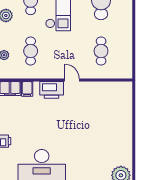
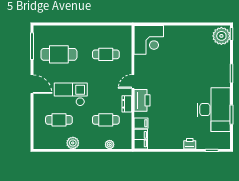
dresser: (48, 74) -> (127, 104), added
corner desk: (117, 97) -> (149, 40), added

